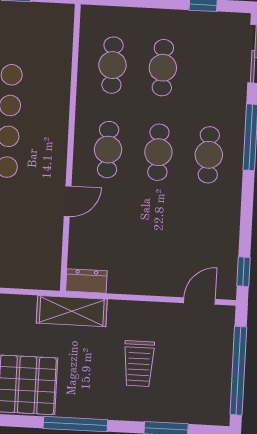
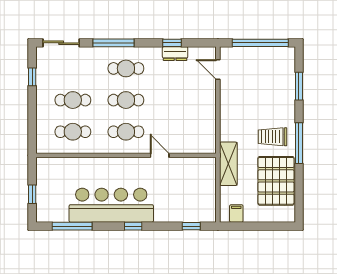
window: (243, 272) -> (172, 43), moved
dresser: (86, 281) -> (175, 54), moved, turned -90
shelving: (72, 311) -> (228, 164), moved
trolley: (139, 364) -> (273, 137), moved, turned 180

